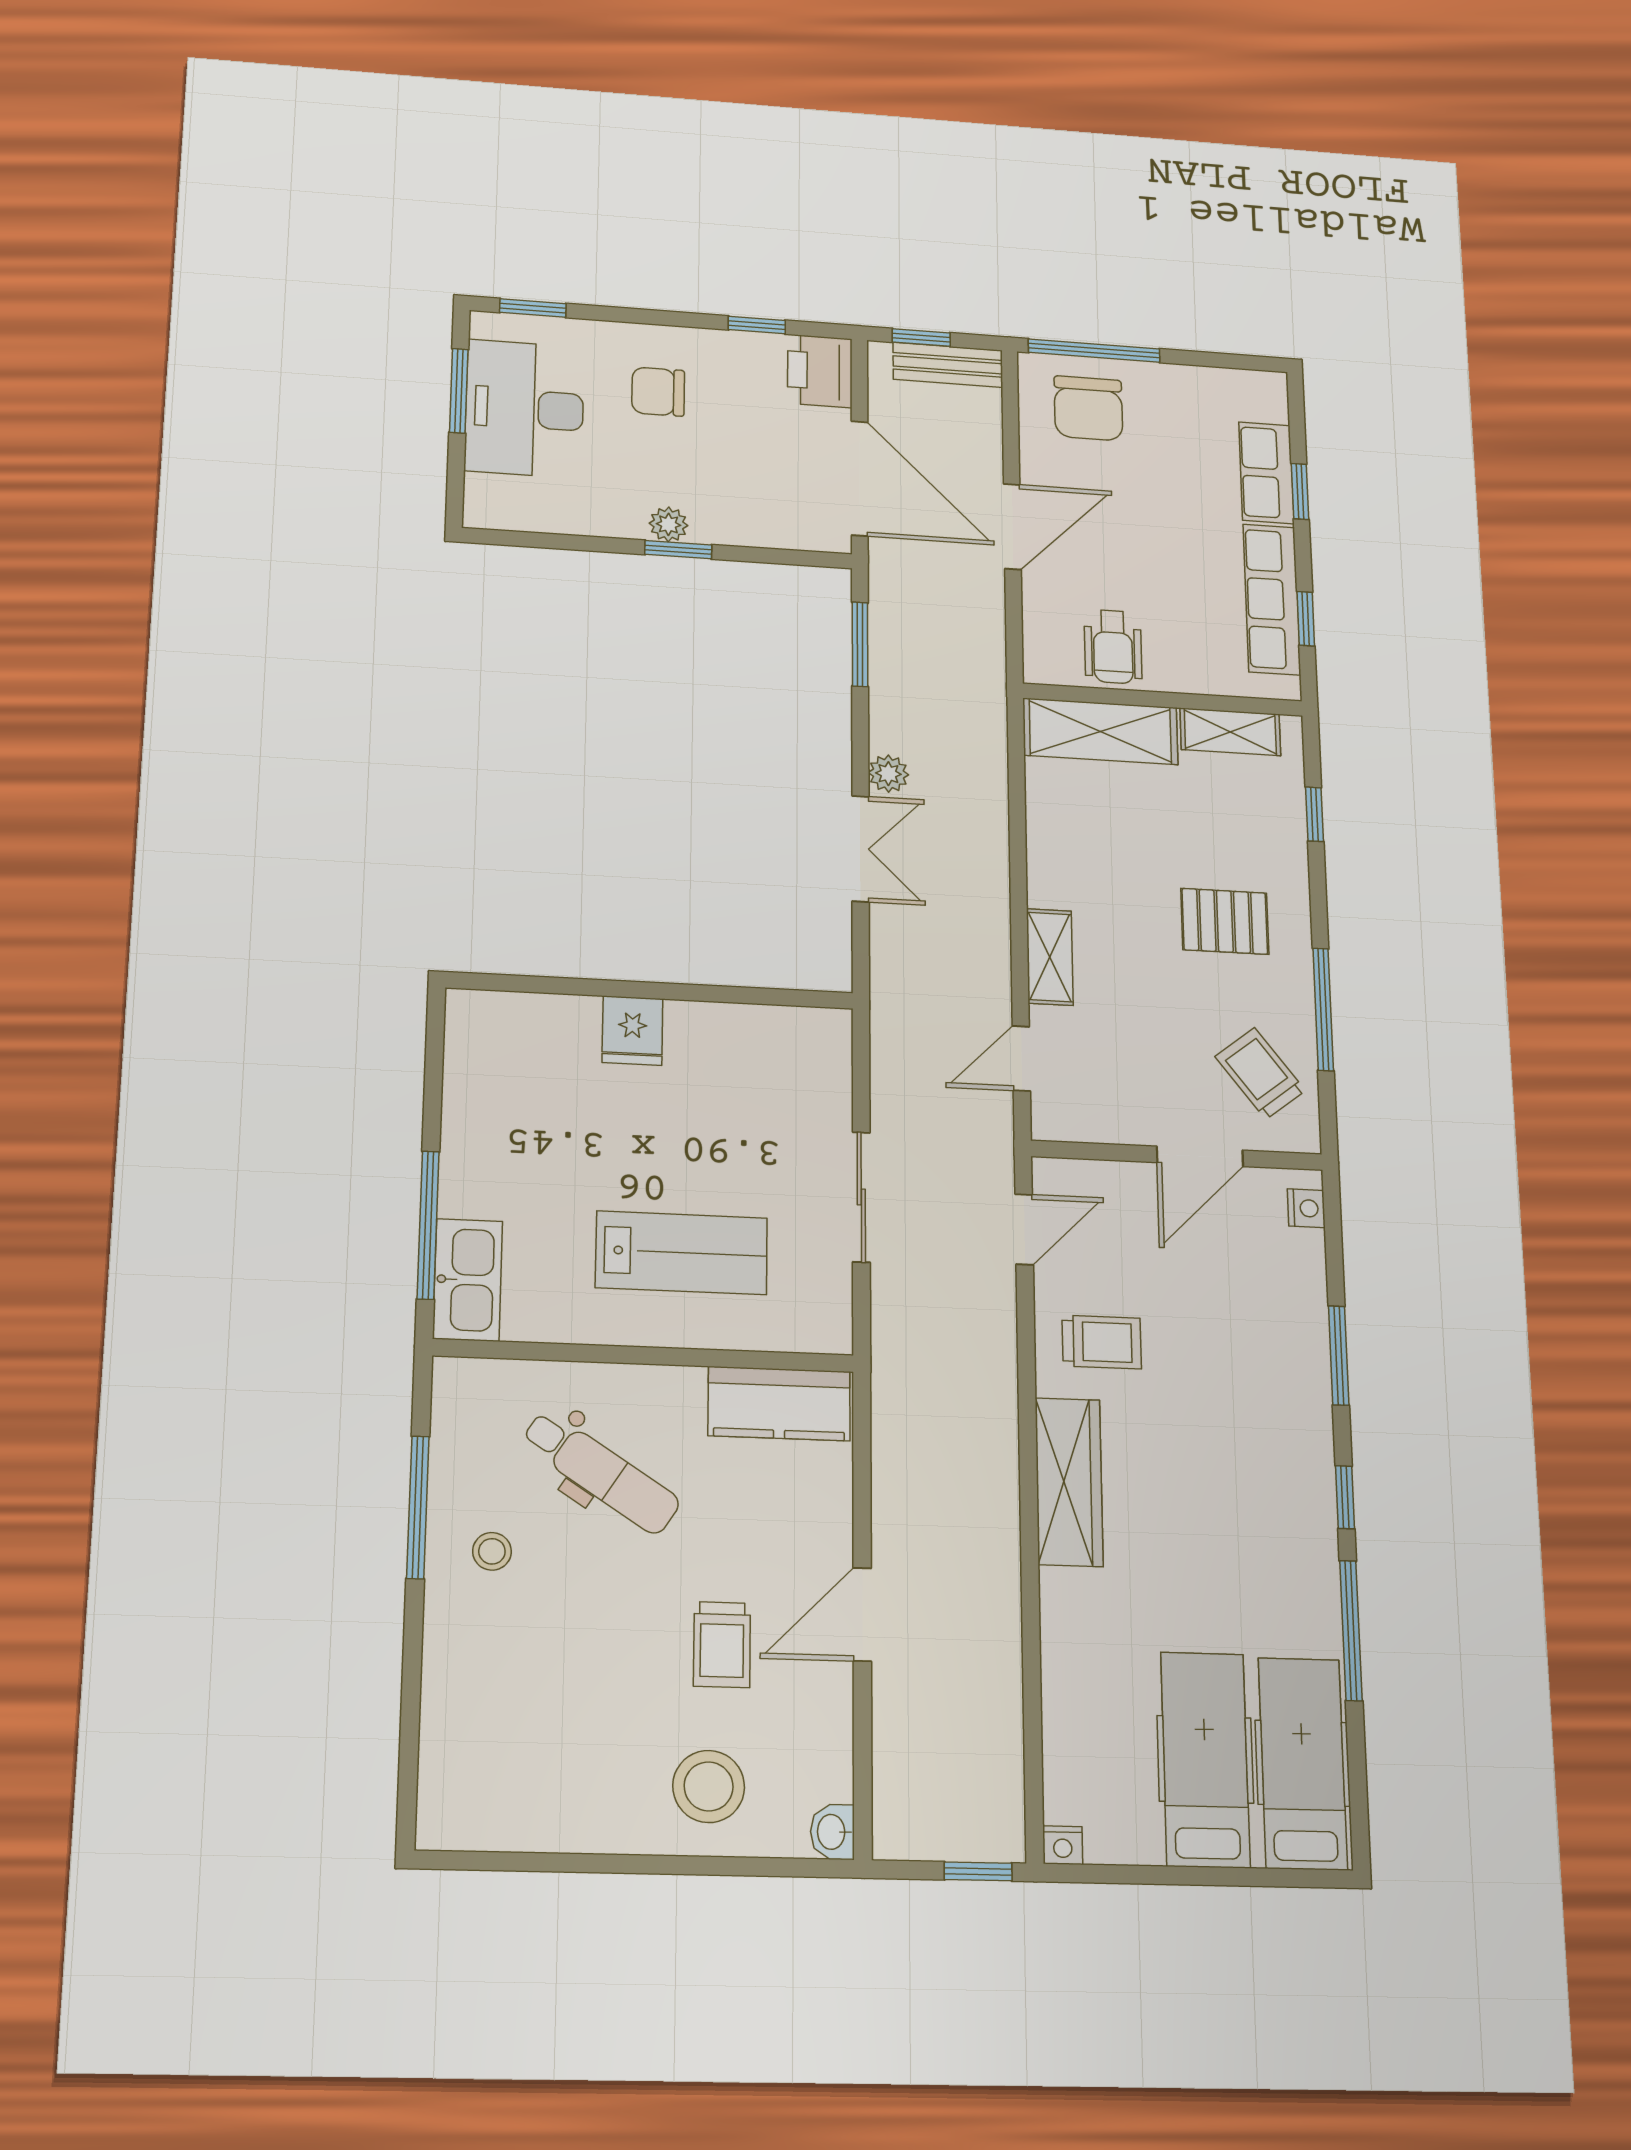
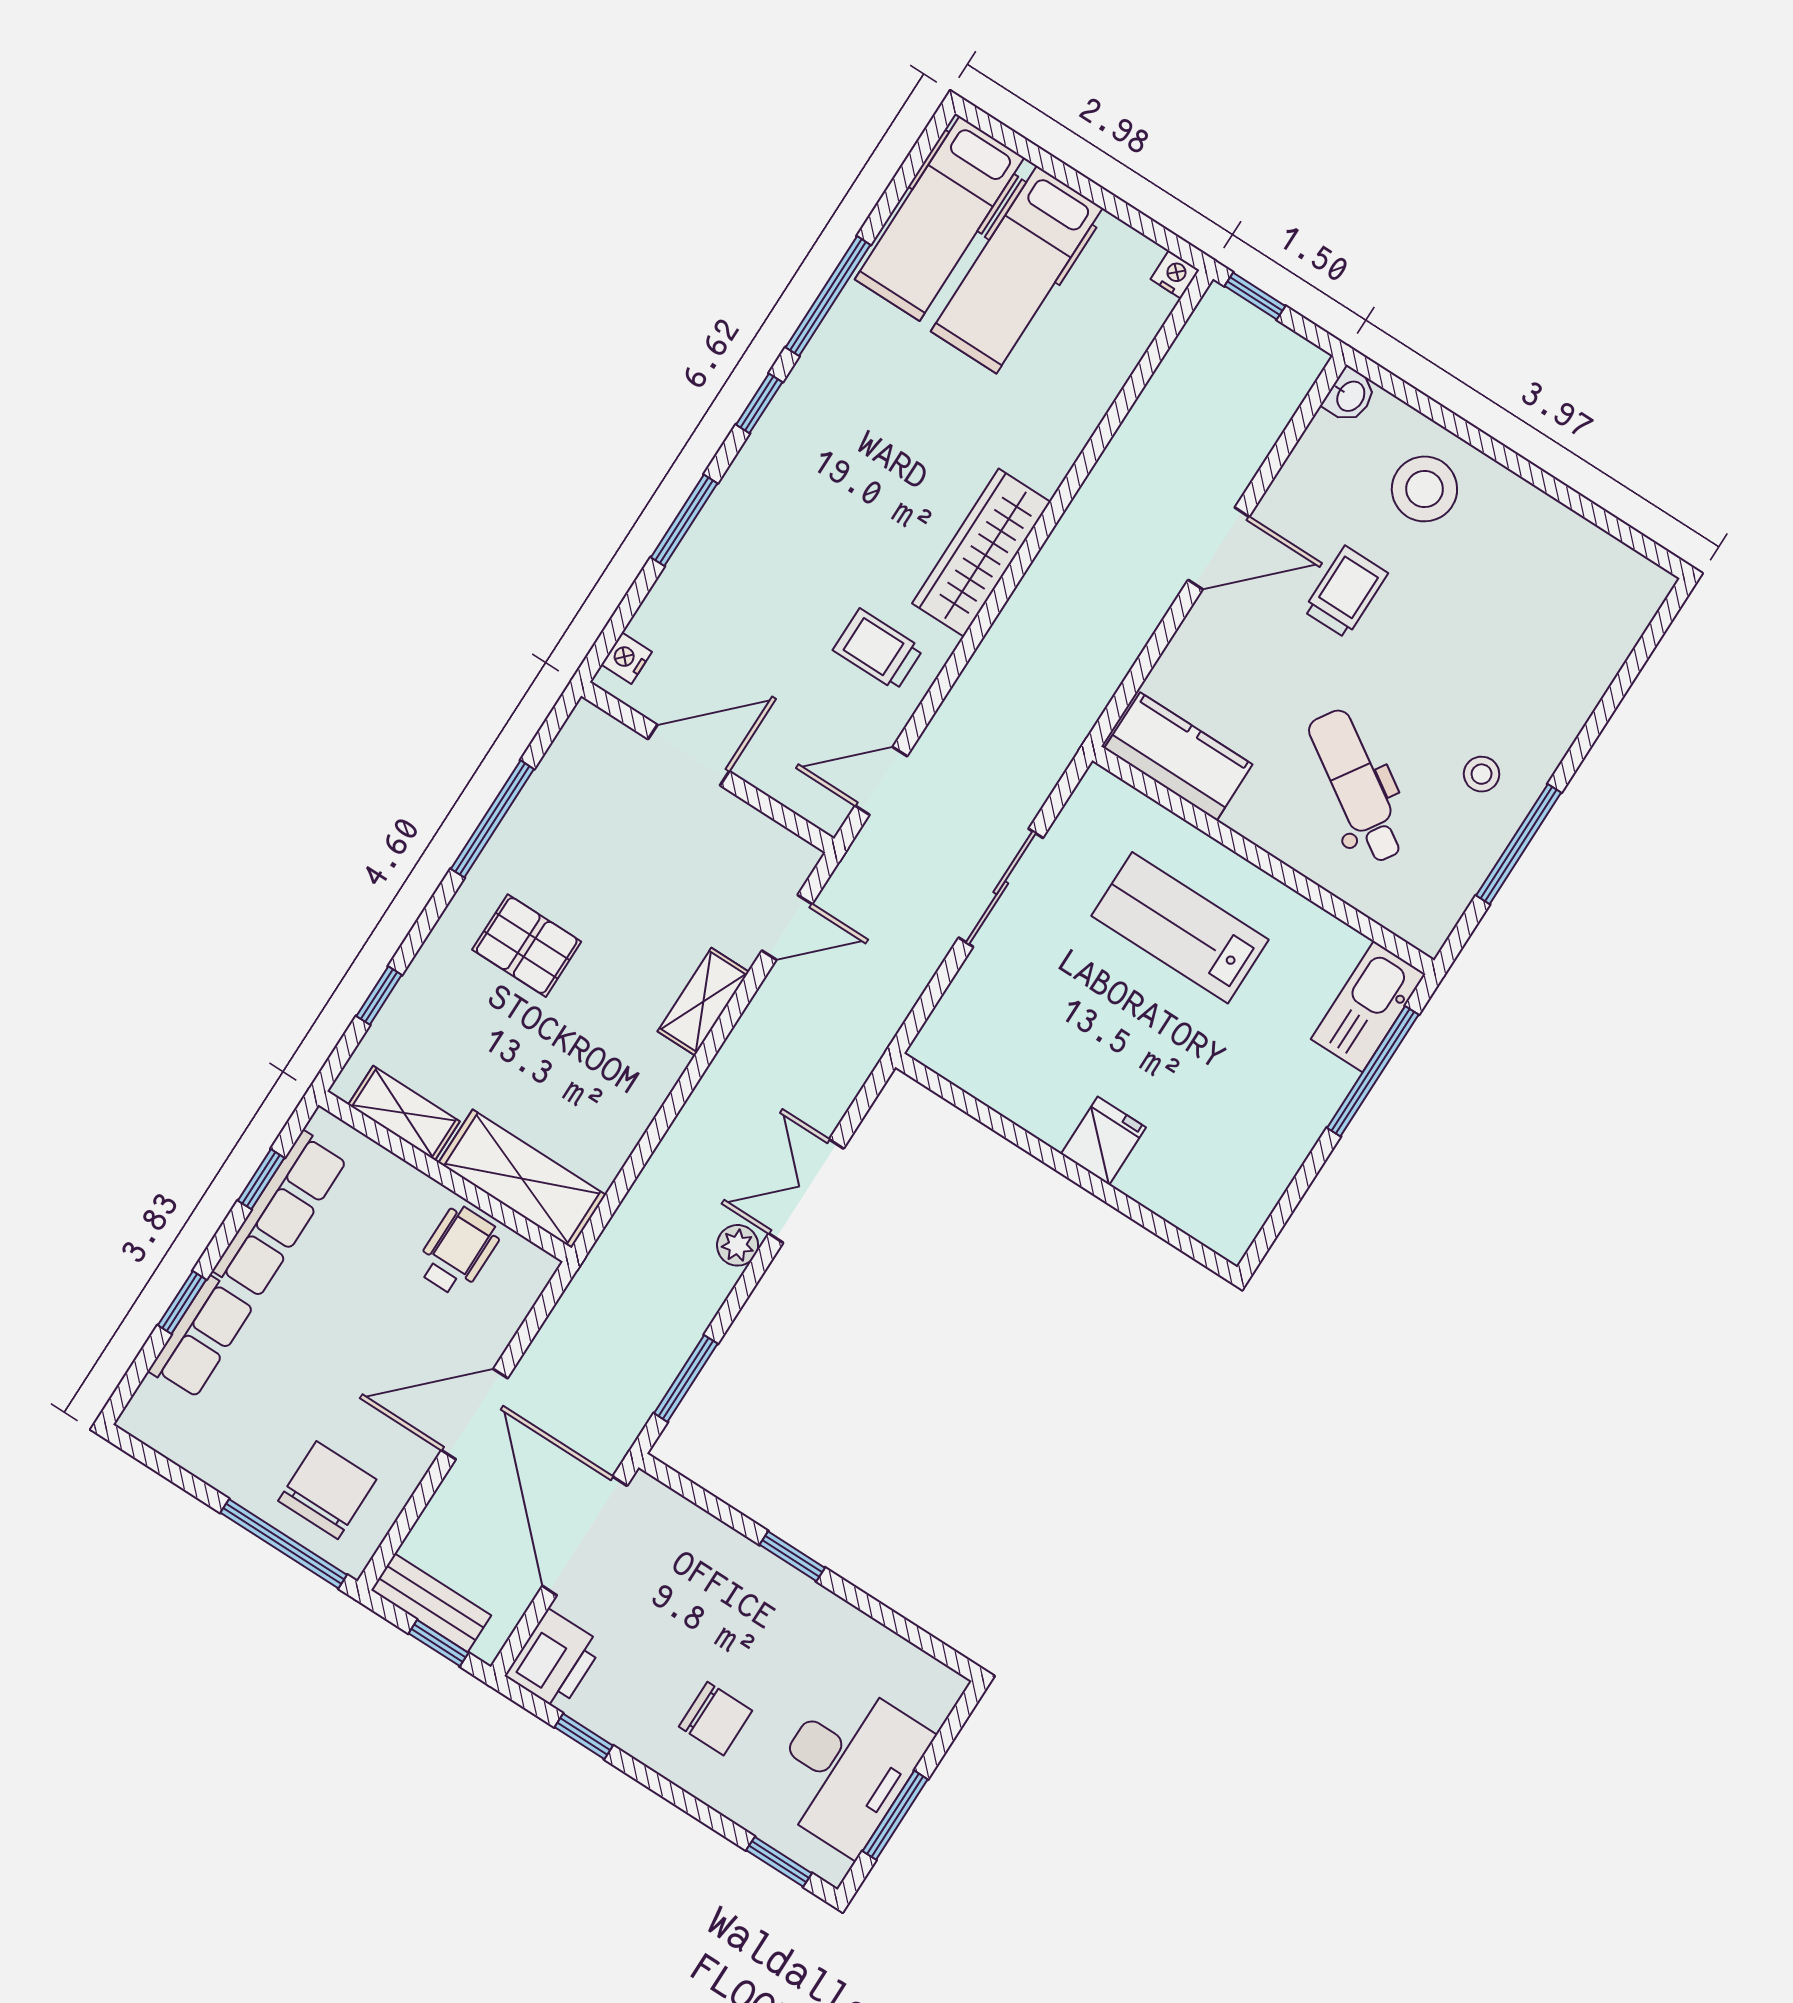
plant: (668, 524) -> (786, 1585), removed
trolley: (1260, 1074) -> (587, 795), removed

